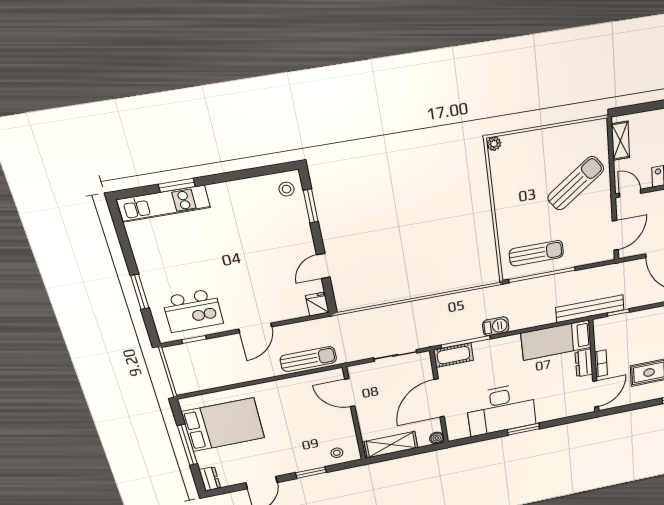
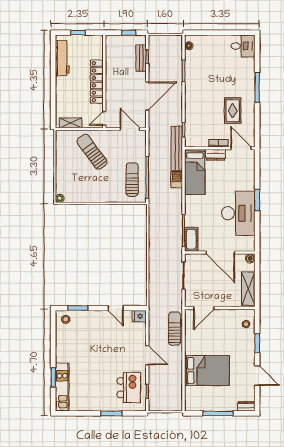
barbecue: (496, 326) -> (177, 180), moved
bed: (223, 425) -> (207, 371), moved, turned 90

